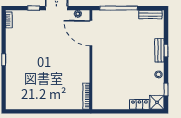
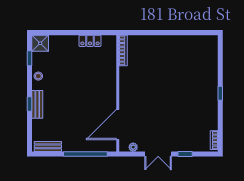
door: (91, 33) -> (118, 124), swing flipped
locker: (139, 104) -> (90, 41), moved

